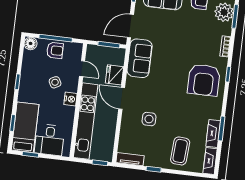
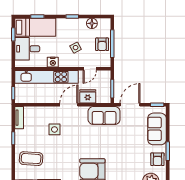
door: (130, 26) -> (130, 105), hinge flipped
floor lamp: (31, 43) -> (92, 23), moved
nightstand: (70, 99) -> (53, 62), moved

